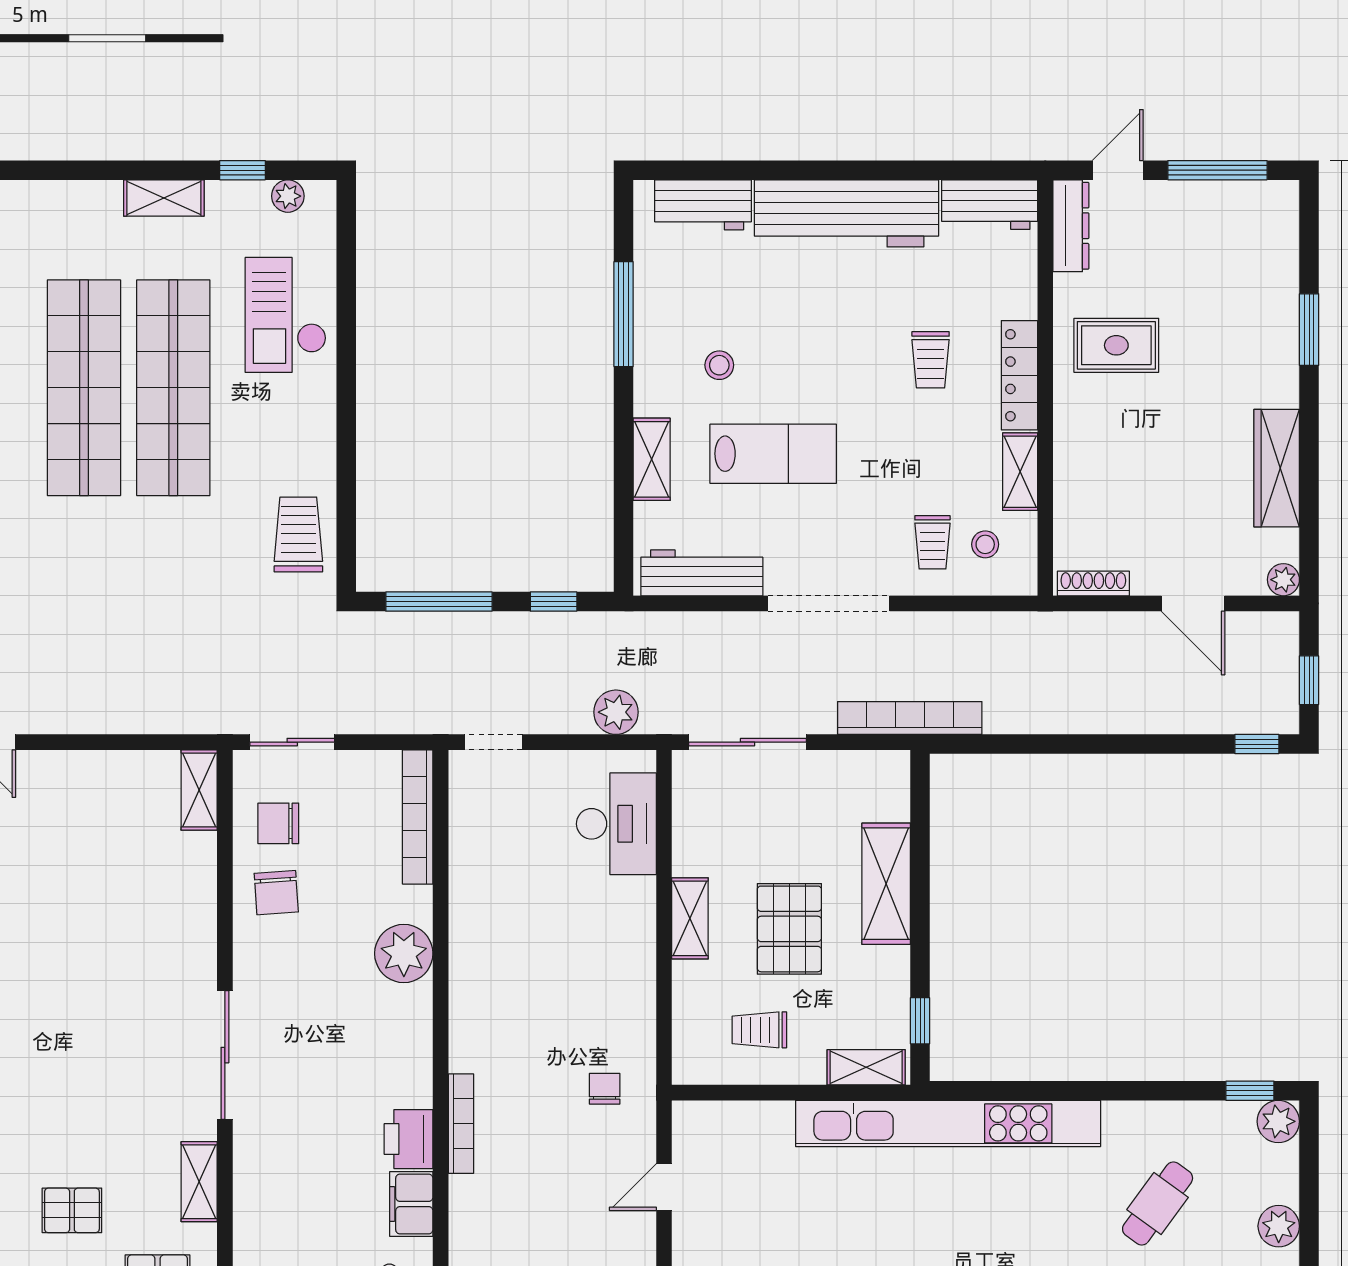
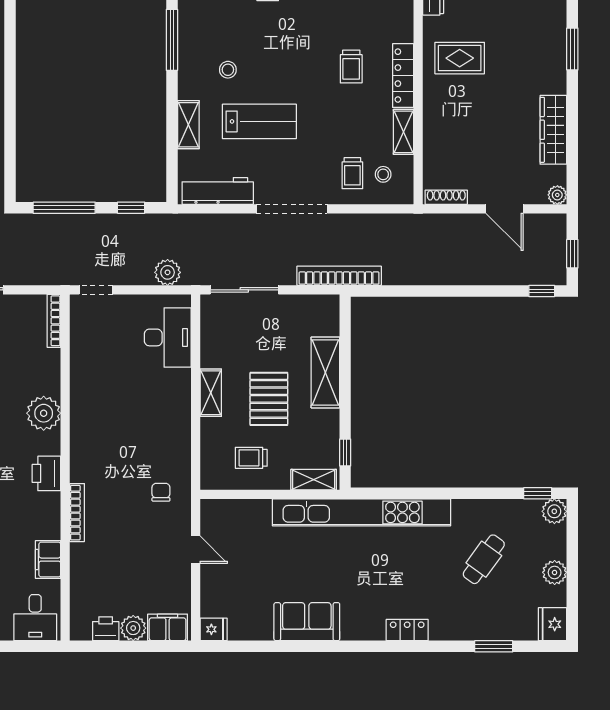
bookcase: (418, 817) -> (54, 321), width x0.68, depth x0.76
printer: (409, 1139) -> (46, 473), moved
door: (664, 1187) -> (196, 550), swing flipped

